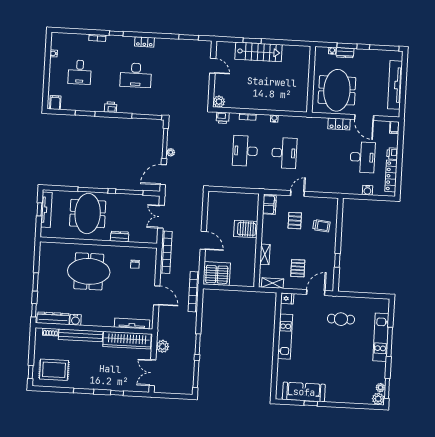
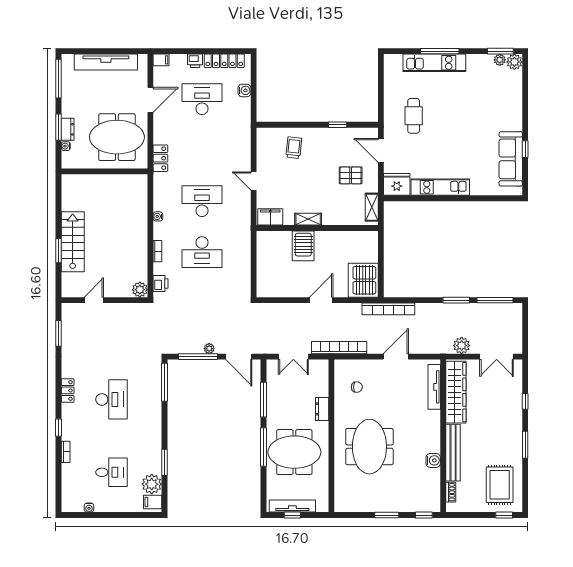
plant: (69, 103) -> (152, 484), added
printer: (111, 107) -> (155, 430), removed
locker: (339, 124) -> (160, 158), moved
pallet: (295, 221) -> (289, 183), removed
shelving: (265, 254) -> (308, 219), moved
fridge: (287, 298) -> (397, 184), width x1.88, depth x1.34
dresser: (53, 318) -> (433, 490), removed

